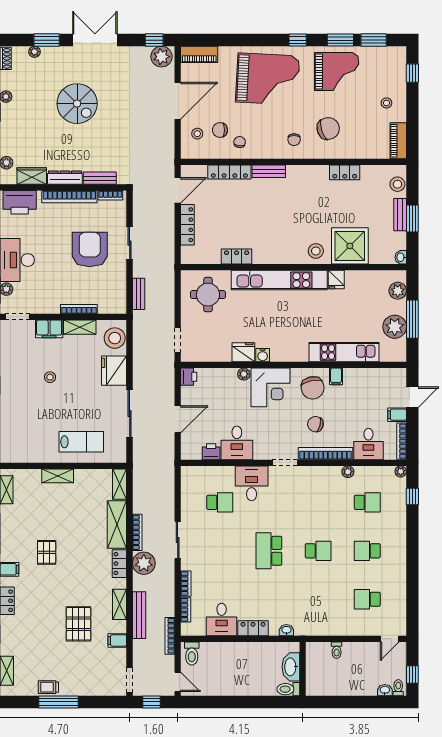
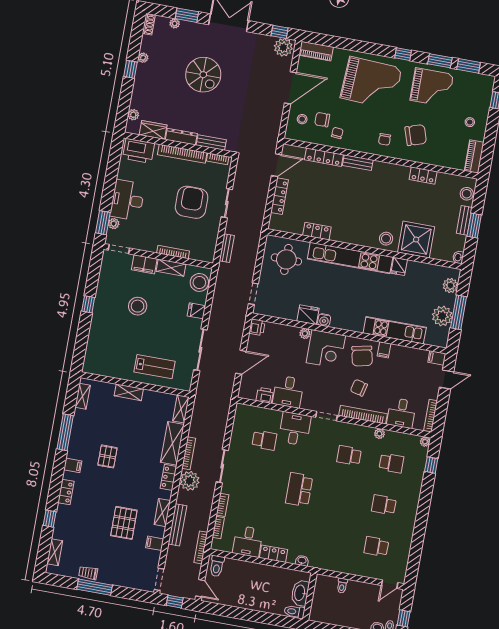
fridge: (114, 371) -> (196, 311), width x0.53, depth x0.75
stool: (50, 377) -> (138, 306), width x1.89, depth x1.89
filing cabinet: (397, 415) -> (437, 358), moved
school desk: (318, 551) -> (349, 455), moved, turned 180

